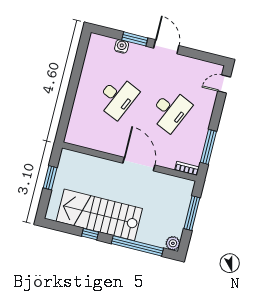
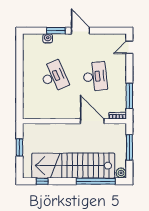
desk: (117, 97) -> (54, 76), turned -48
desk: (170, 111) -> (95, 76), turned -30
door: (139, 164) -> (92, 121), moved
stairs: (99, 215) -> (73, 166), width x1.36
window: (90, 234) -> (42, 181), moved

